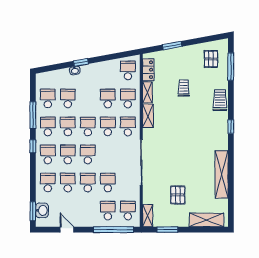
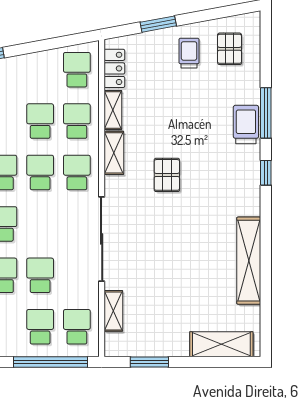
window: (231, 67) -> (266, 113), moved
trolley: (184, 88) -> (189, 53), moved
pallet: (178, 195) -> (167, 175), moved
shelving: (148, 216) -> (113, 311), moved

